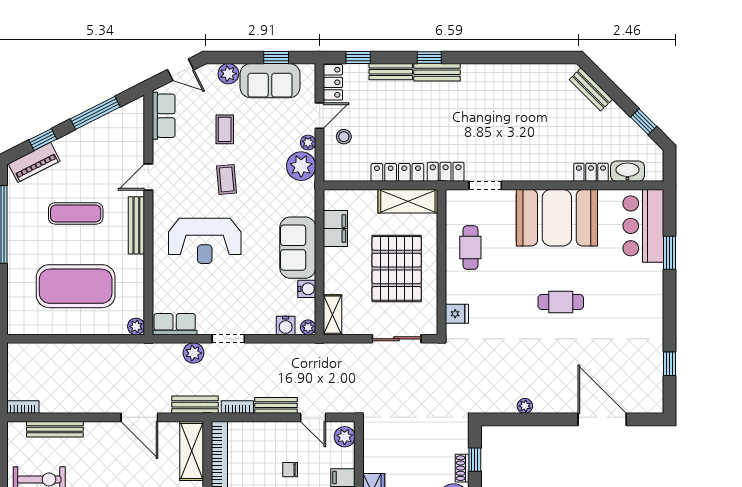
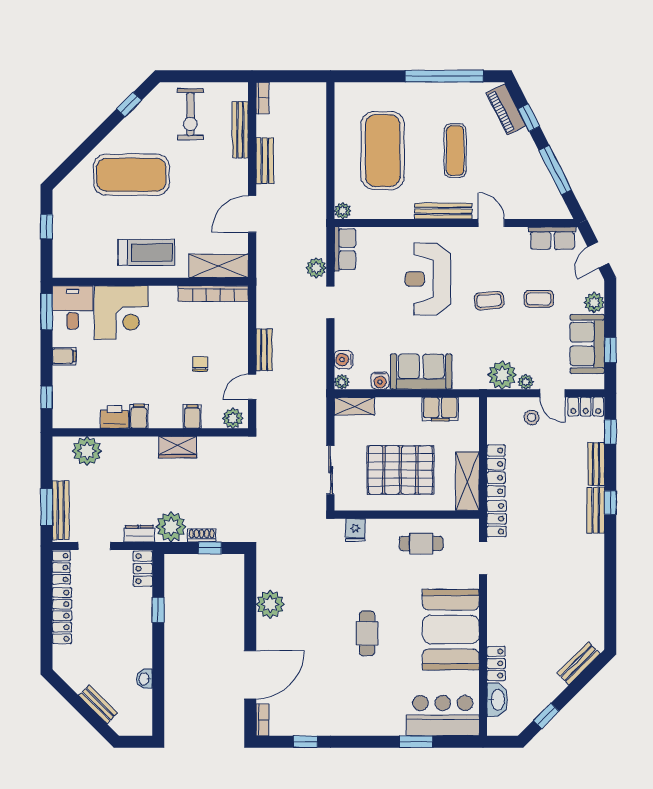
bench: (195, 405) -> (265, 161), moved
plant: (525, 406) -> (270, 604), width x1.88, depth x1.88
bookcase: (237, 407) -> (262, 720), moved

